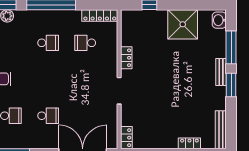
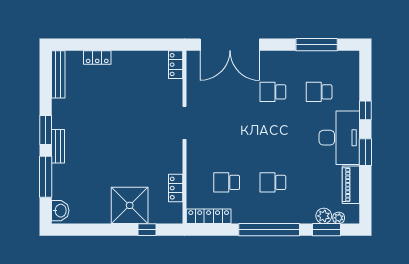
shower: (183, 24) -> (130, 205), moved
school desk: (85, 43) -> (227, 182), turned 180
locker: (126, 58) -> (176, 188), moved

